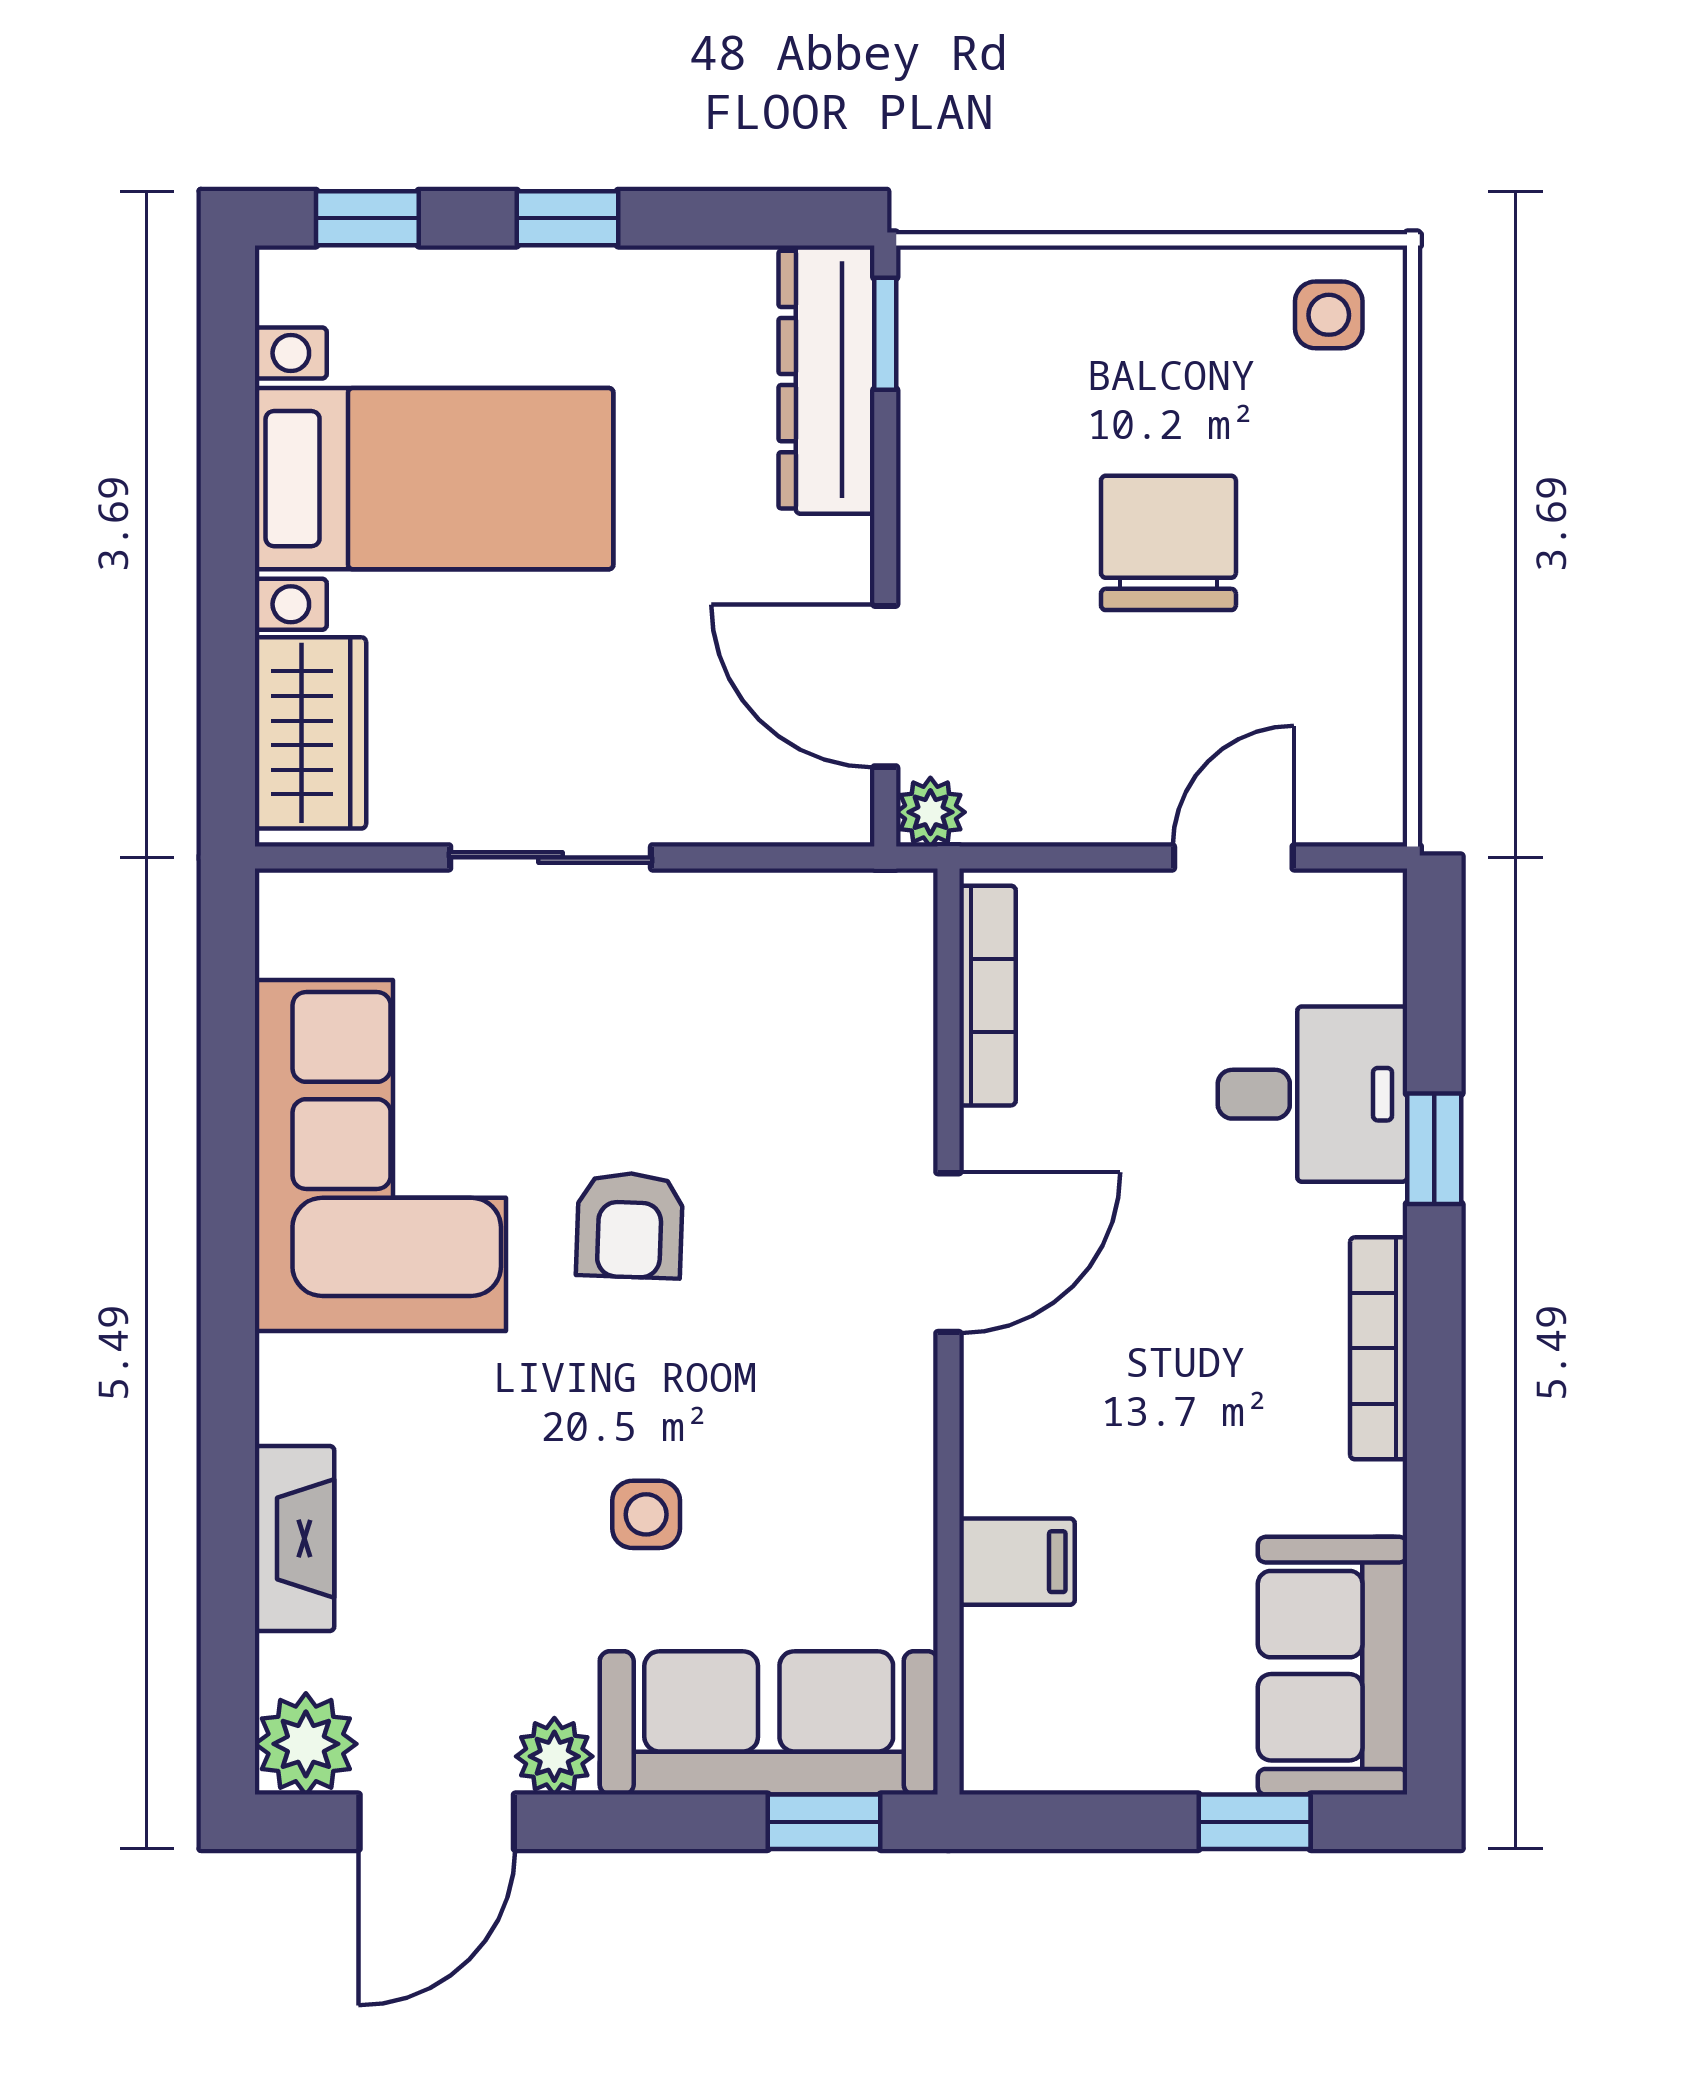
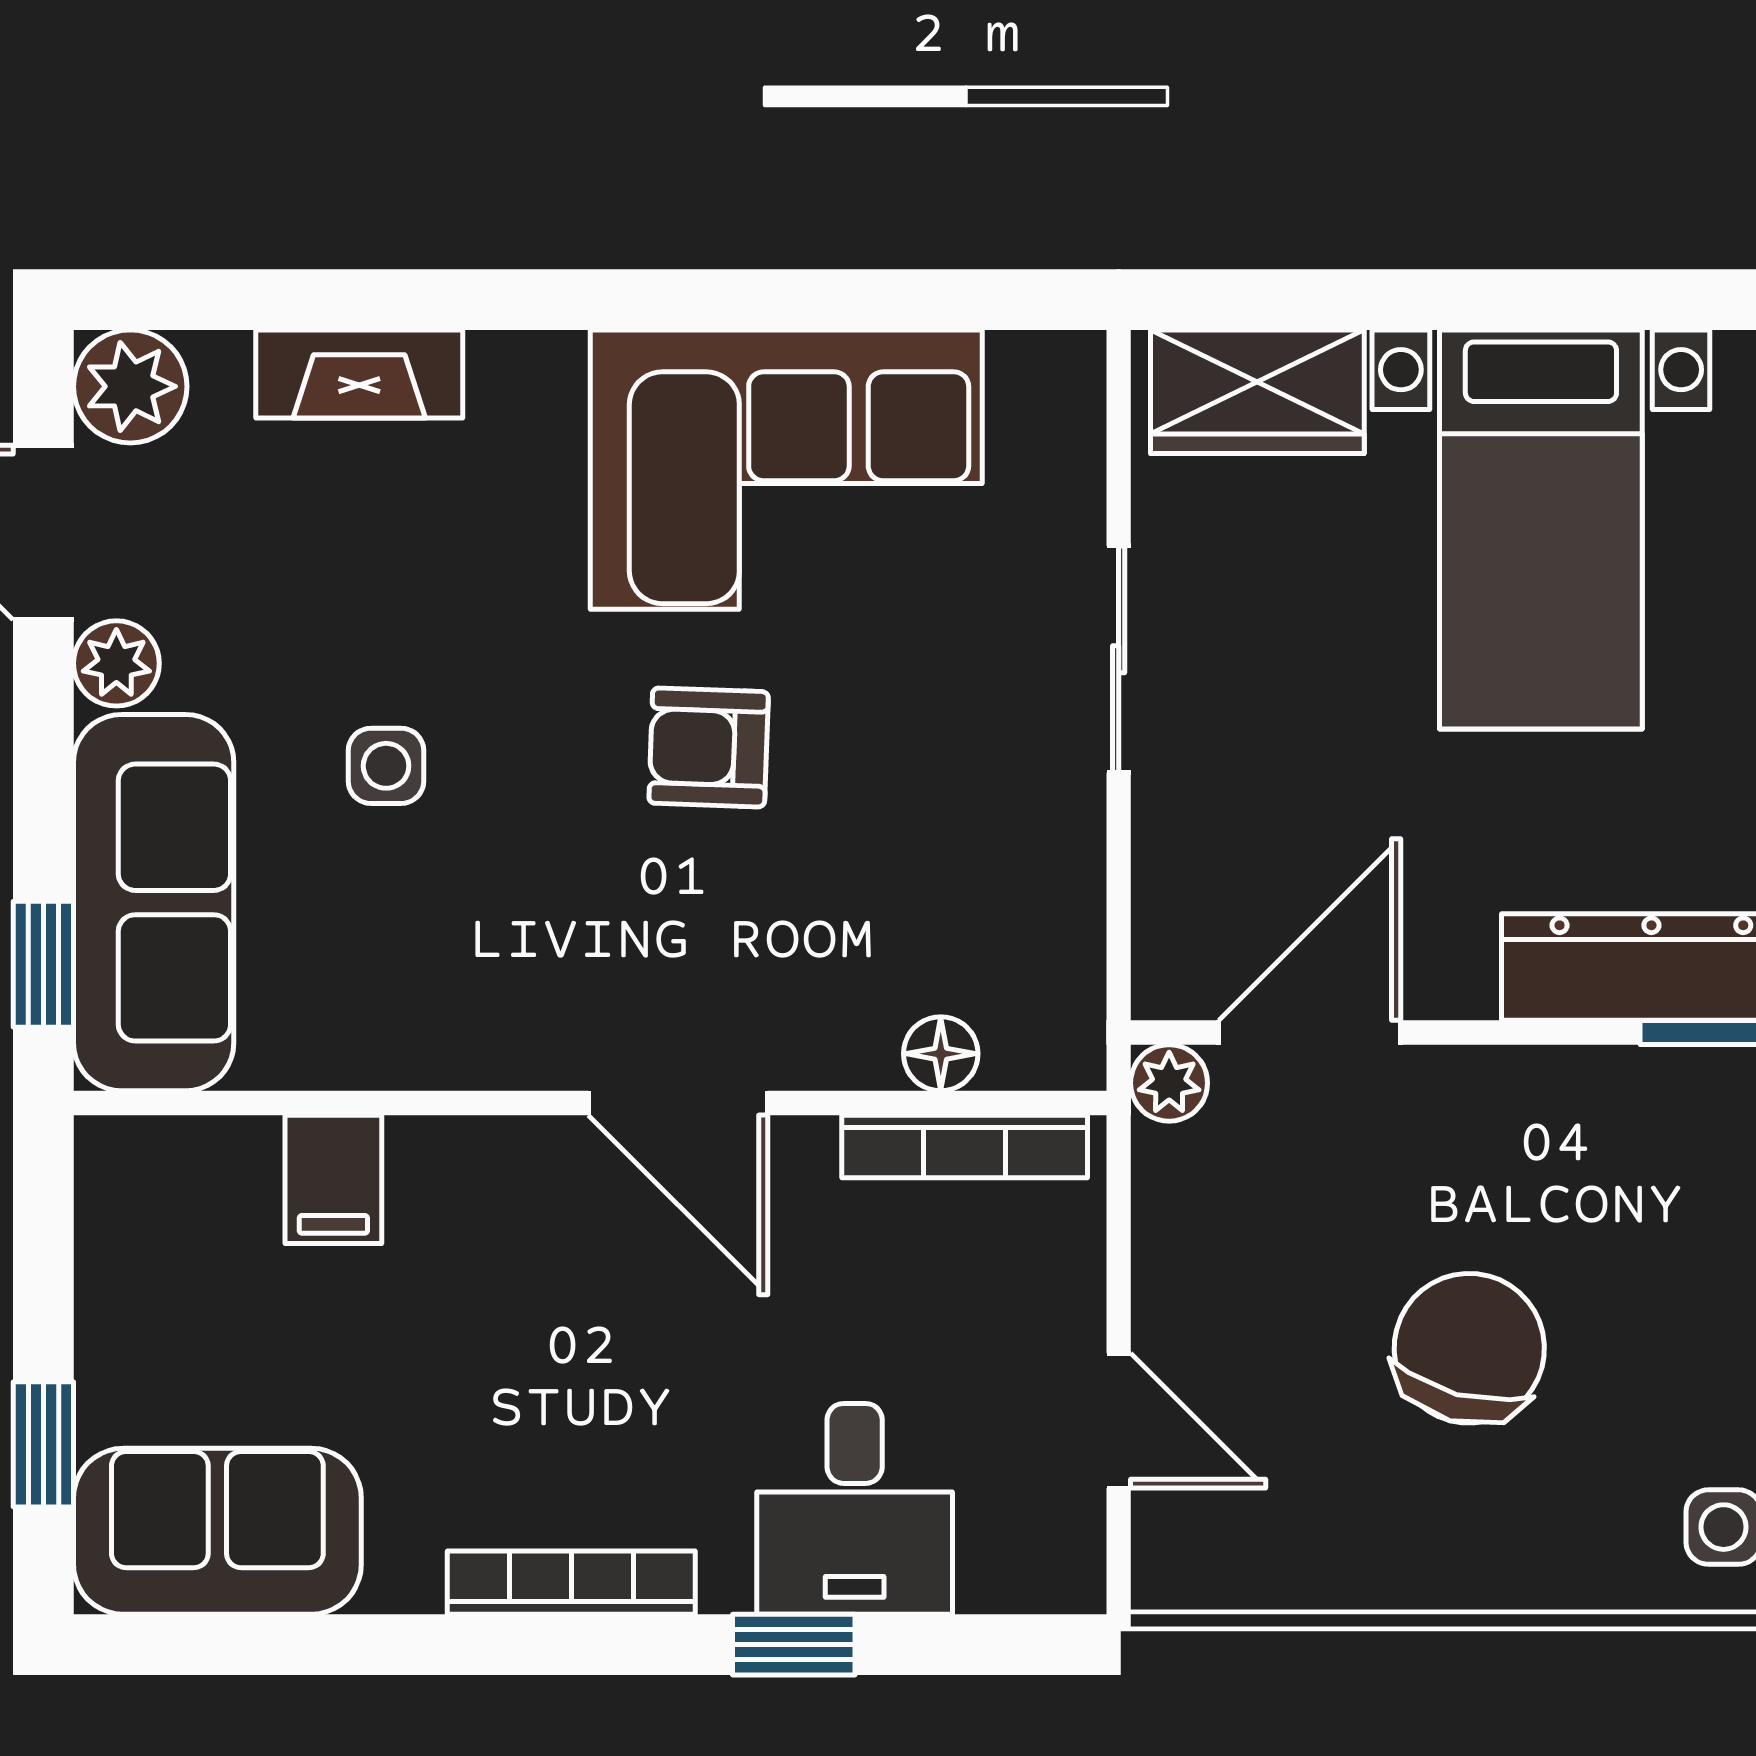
chair: (1168, 543) -> (1469, 1348), turned -75
floor lamp: (904, 1017) -> (941, 1054), added

